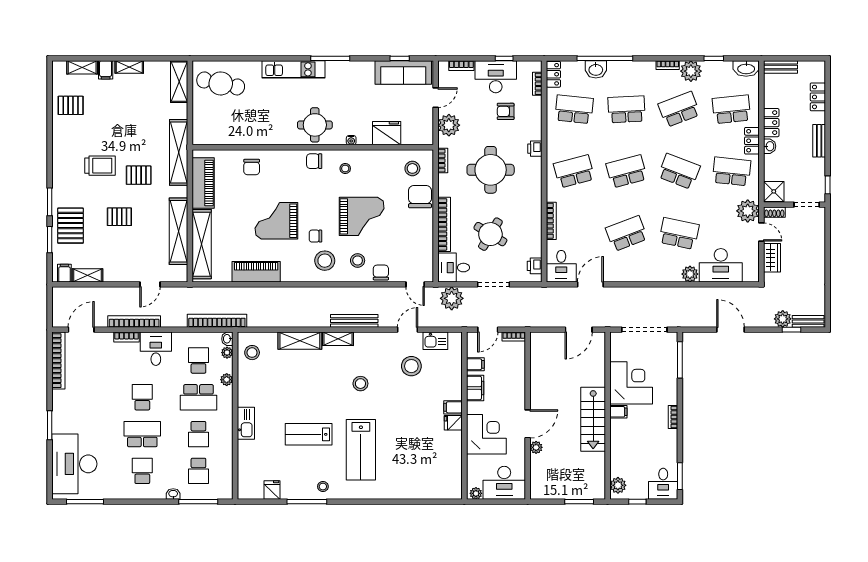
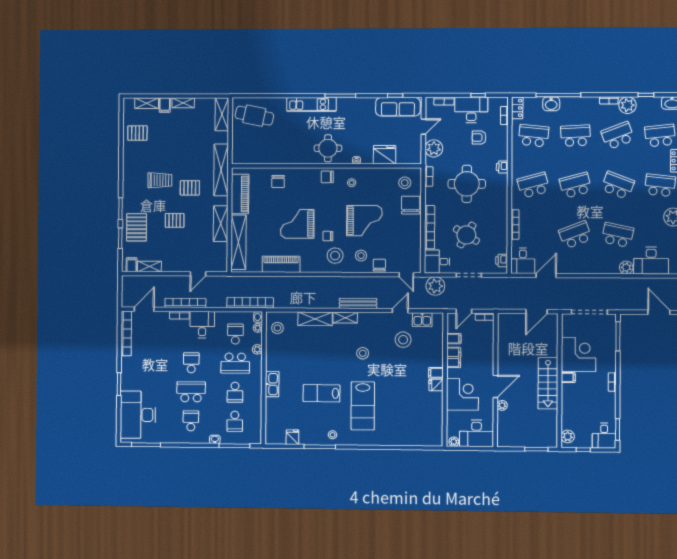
shelving: (178, 231) -> (221, 224), width x0.68

